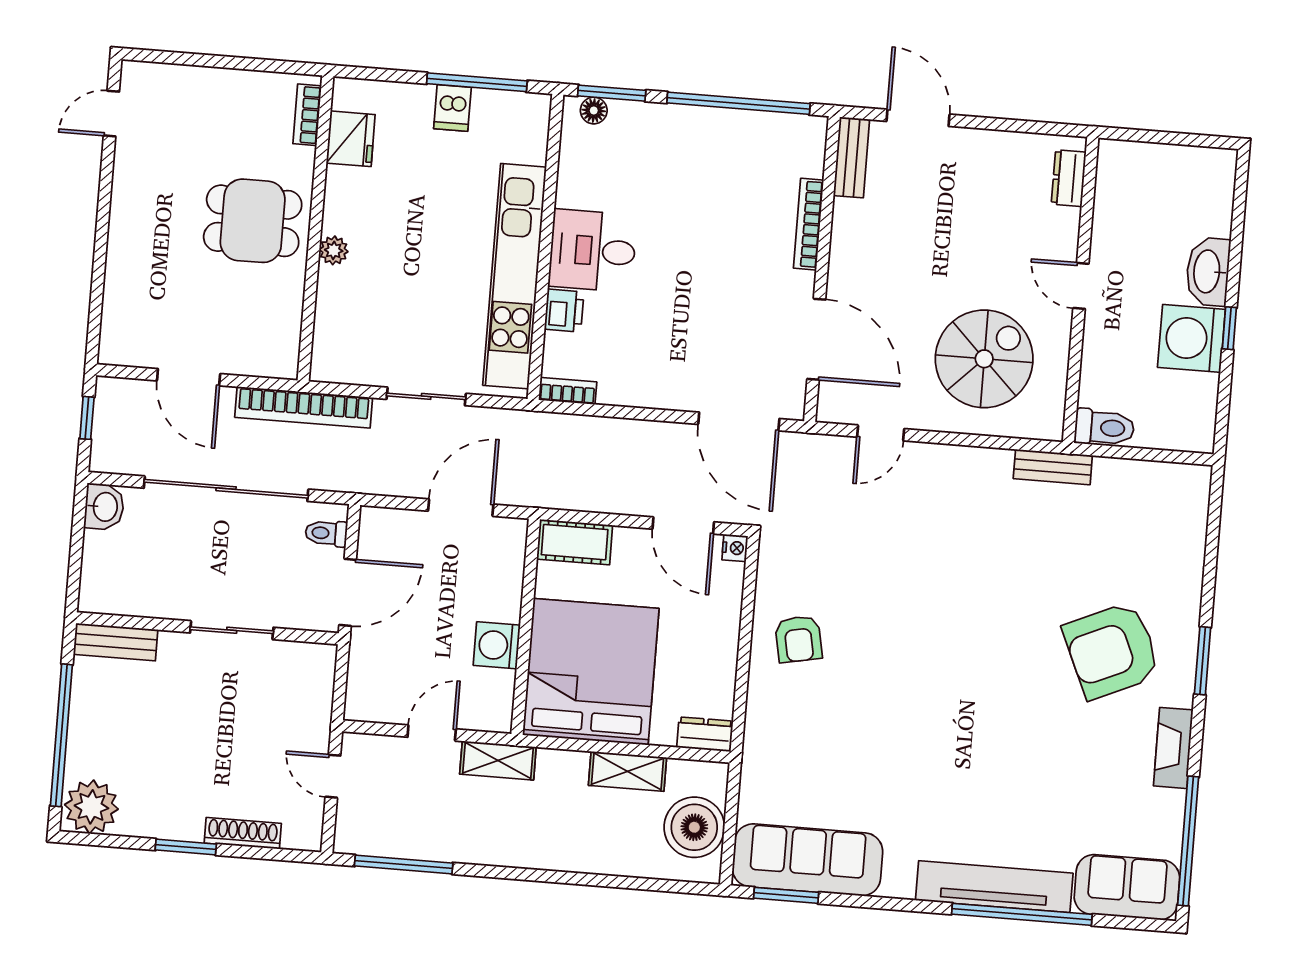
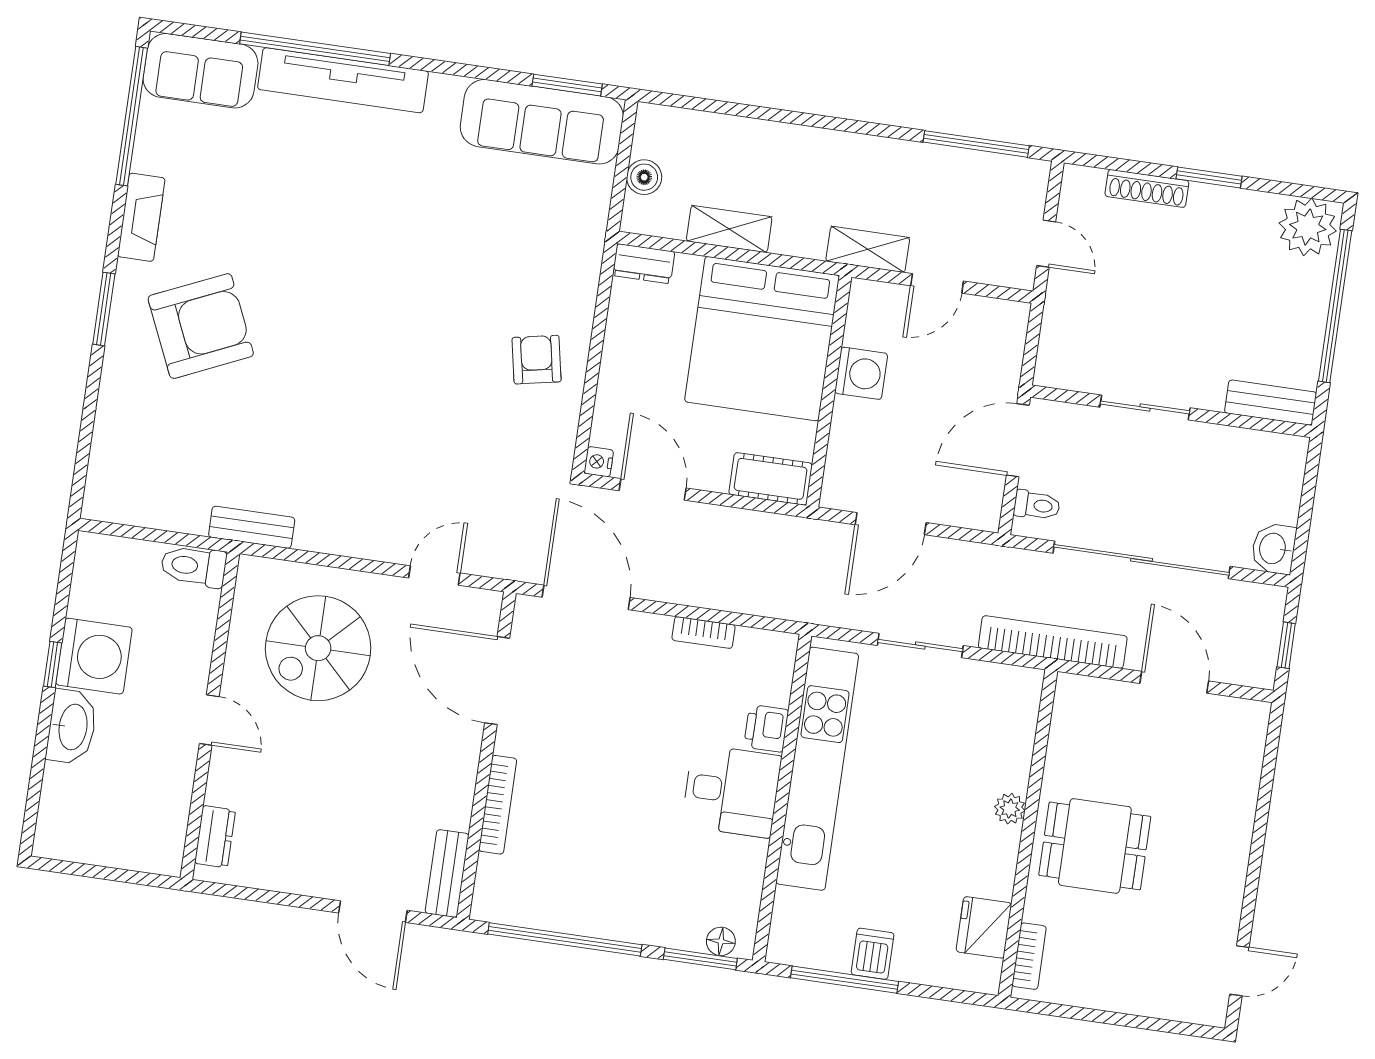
bookcase: (568, 391) -> (704, 633), moved
boiler: (694, 827) -> (644, 177), width x0.54, depth x0.54

